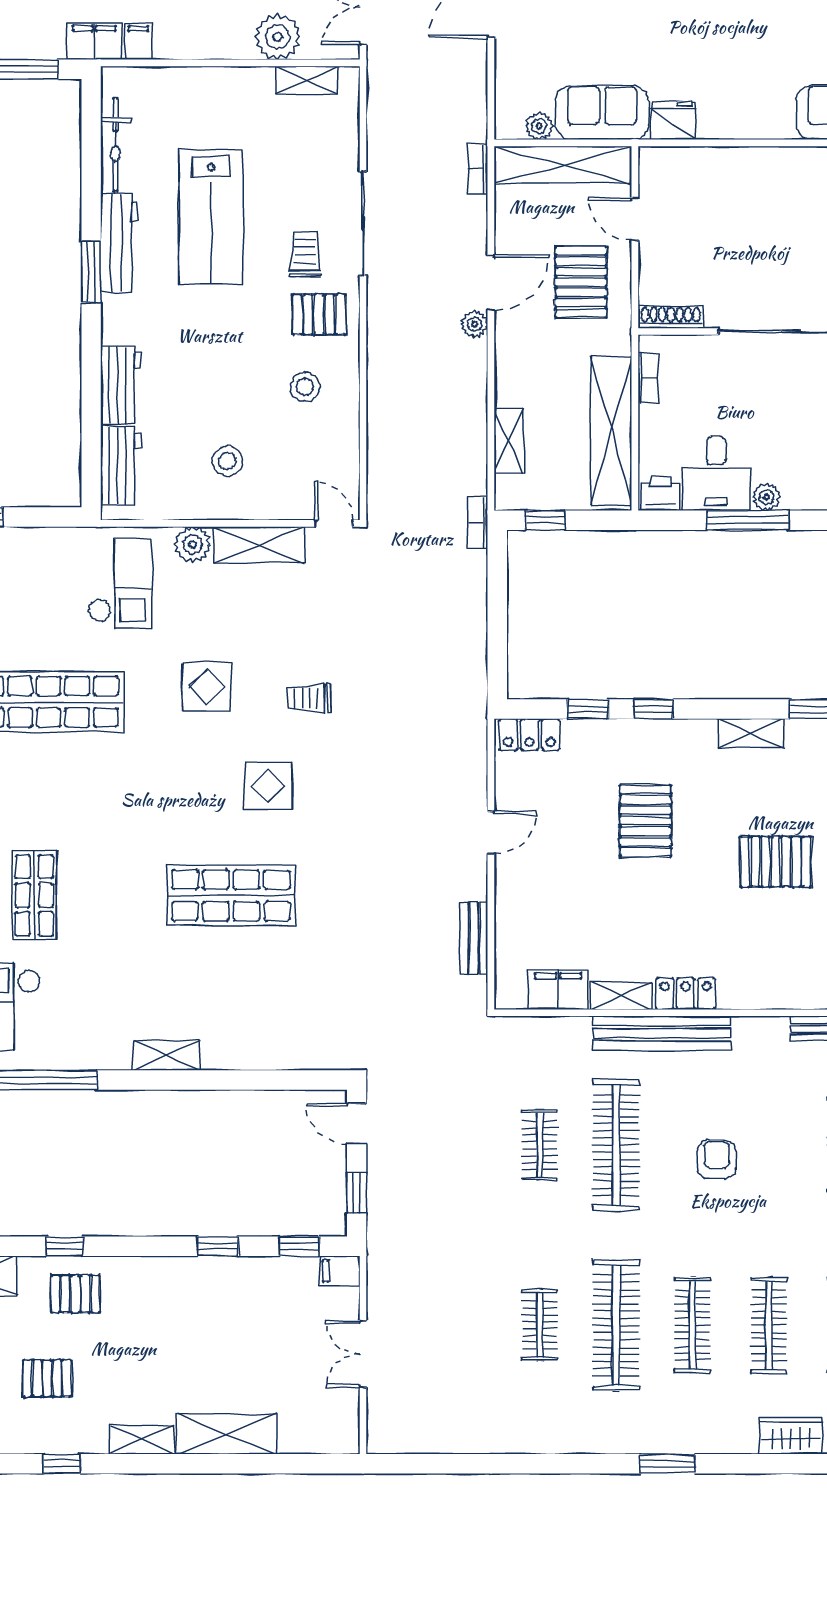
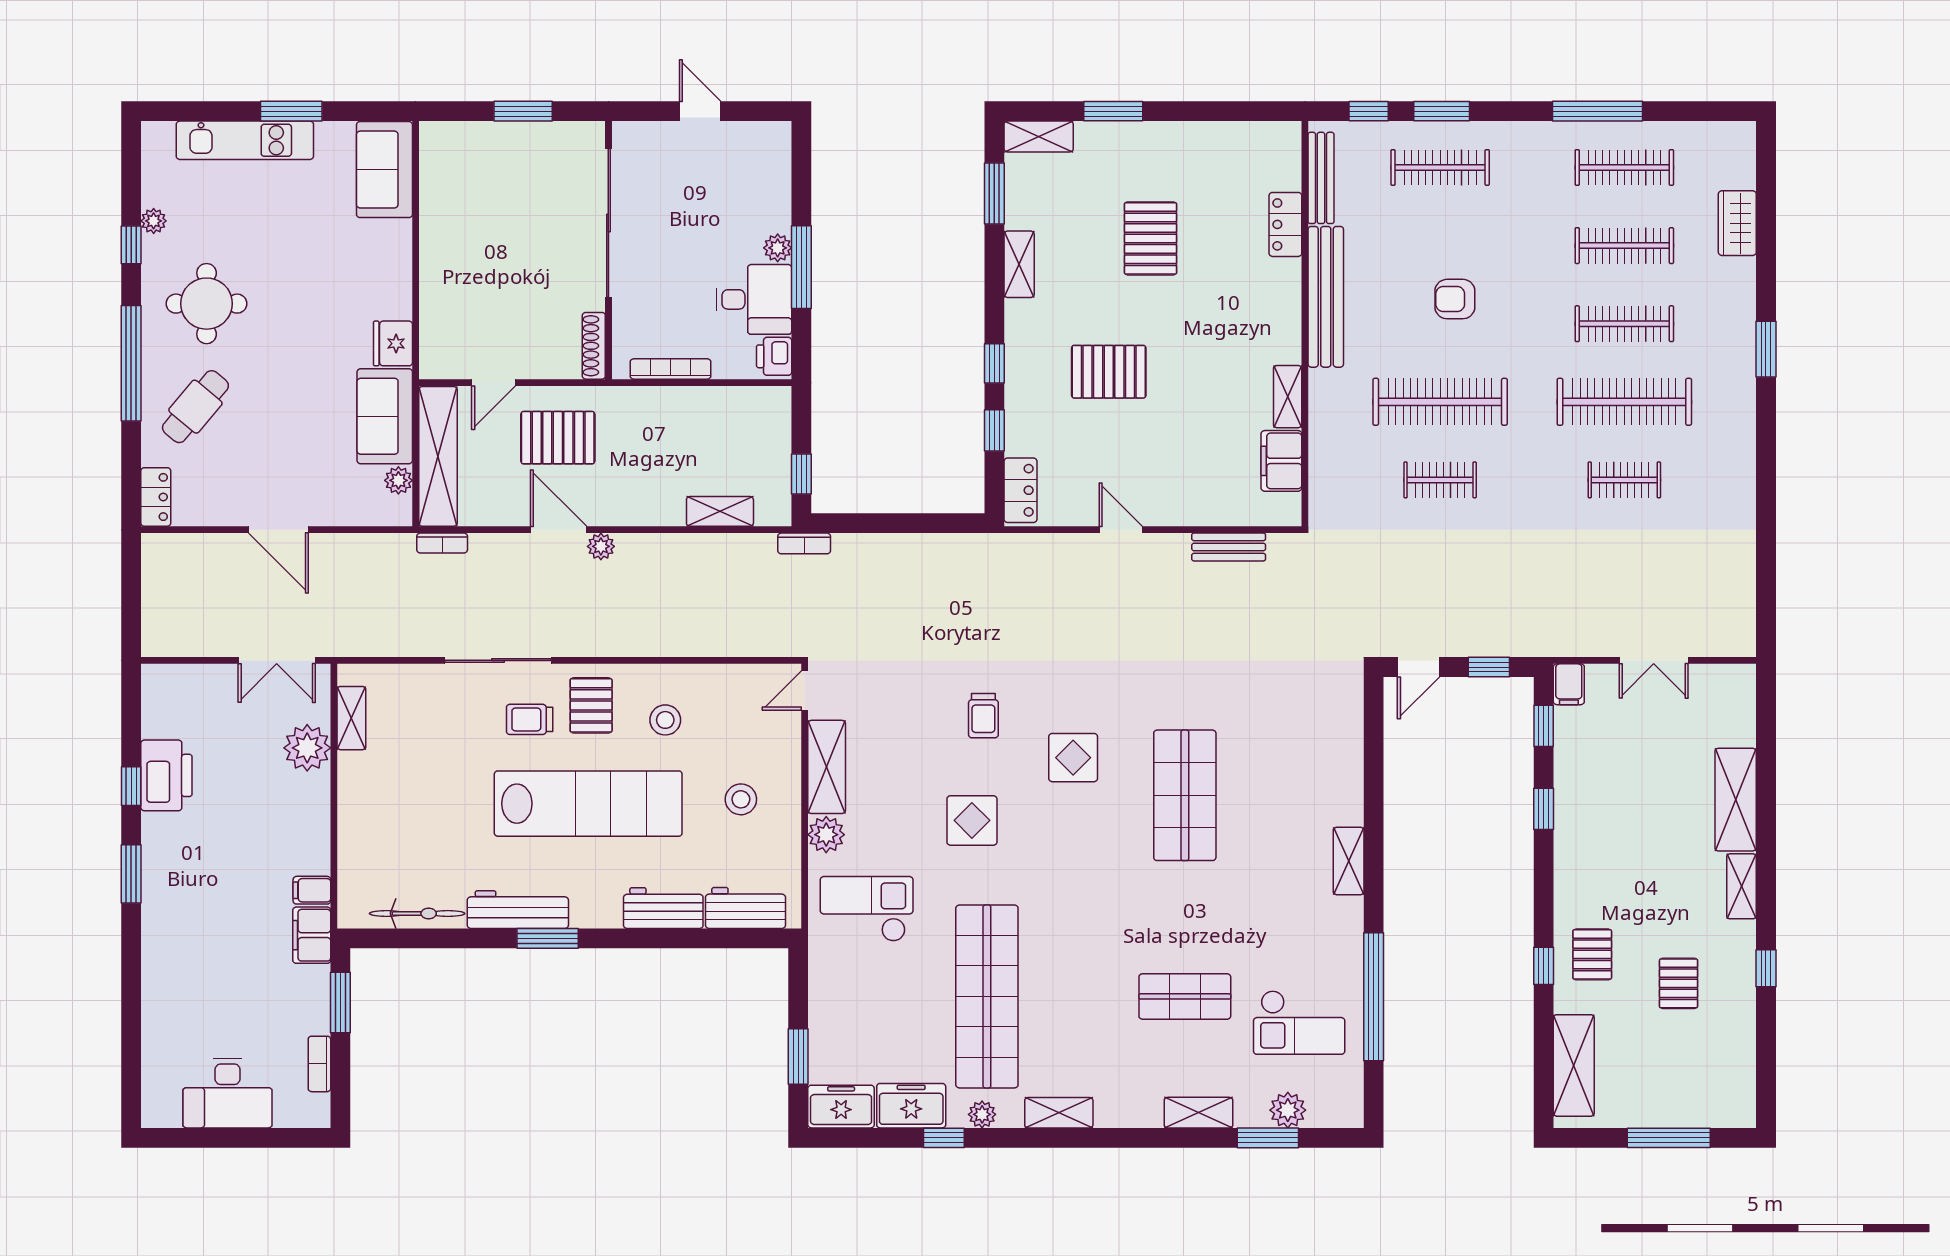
lab bench: (211, 217) -> (588, 804), moved, width x1.36
bookcase: (648, 378) -> (671, 369), width x1.56
shelving: (611, 431) -> (710, 407), removed
locker: (686, 994) -> (1285, 224), moved
bench: (662, 1033) -> (1326, 297), moved

